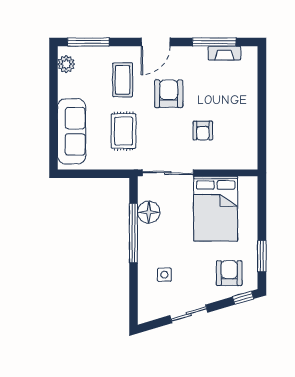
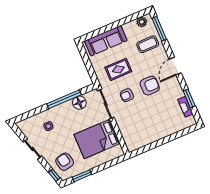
door: (156, 42) -> (175, 66), hinge flipped
window: (214, 42) -> (189, 98), width x0.69
coffee table: (123, 80) -> (148, 44), moved
armchair: (203, 131) -> (127, 95), moved
armchair: (229, 273) -> (65, 162), turned -101

